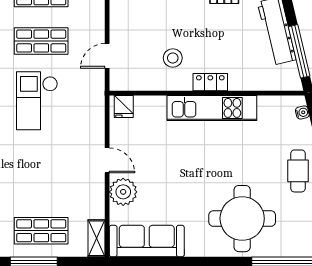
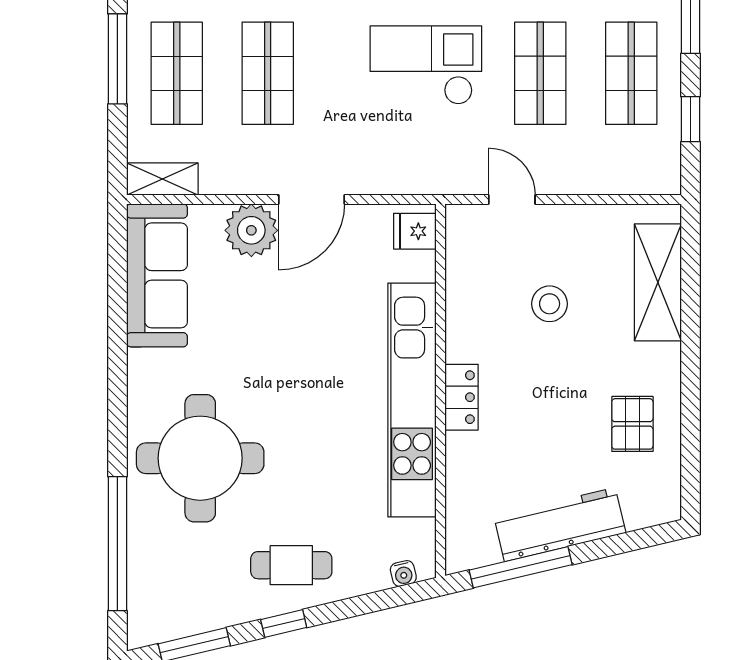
stool: (173, 58) -> (550, 304), moved
kitchen unit: (212, 108) -> (412, 400), width x1.36
door: (107, 160) -> (312, 199), width x1.38
shop shelf: (41, 183) -> (268, 73), added

